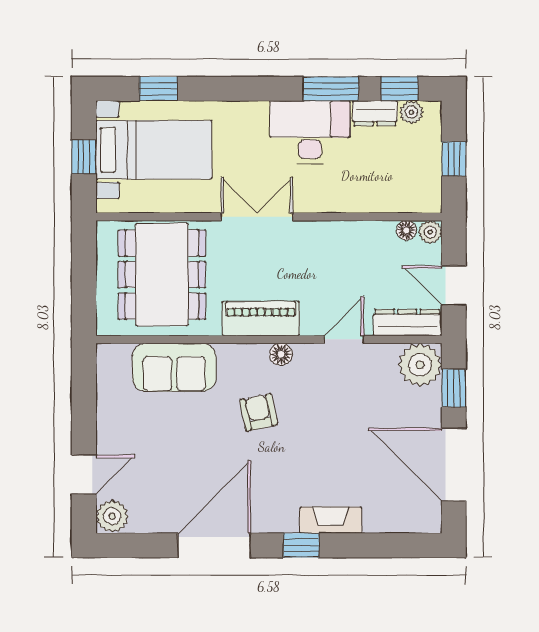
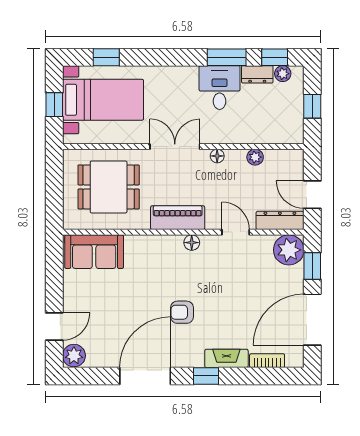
desk: (310, 132) -> (220, 88), width x0.73
floor lamp: (406, 230) -> (217, 156), moved
plant: (430, 232) -> (255, 157), moved
dining table: (162, 275) -> (109, 187), width x0.73
door: (344, 339) -> (236, 232), hinge flipped
sofa: (174, 367) -> (94, 252), moved
armchair: (259, 412) -> (182, 312), moved, turned -78
door: (454, 465) -> (312, 320), hinge flipped
bookcase: (389, 523) -> (267, 361), added

